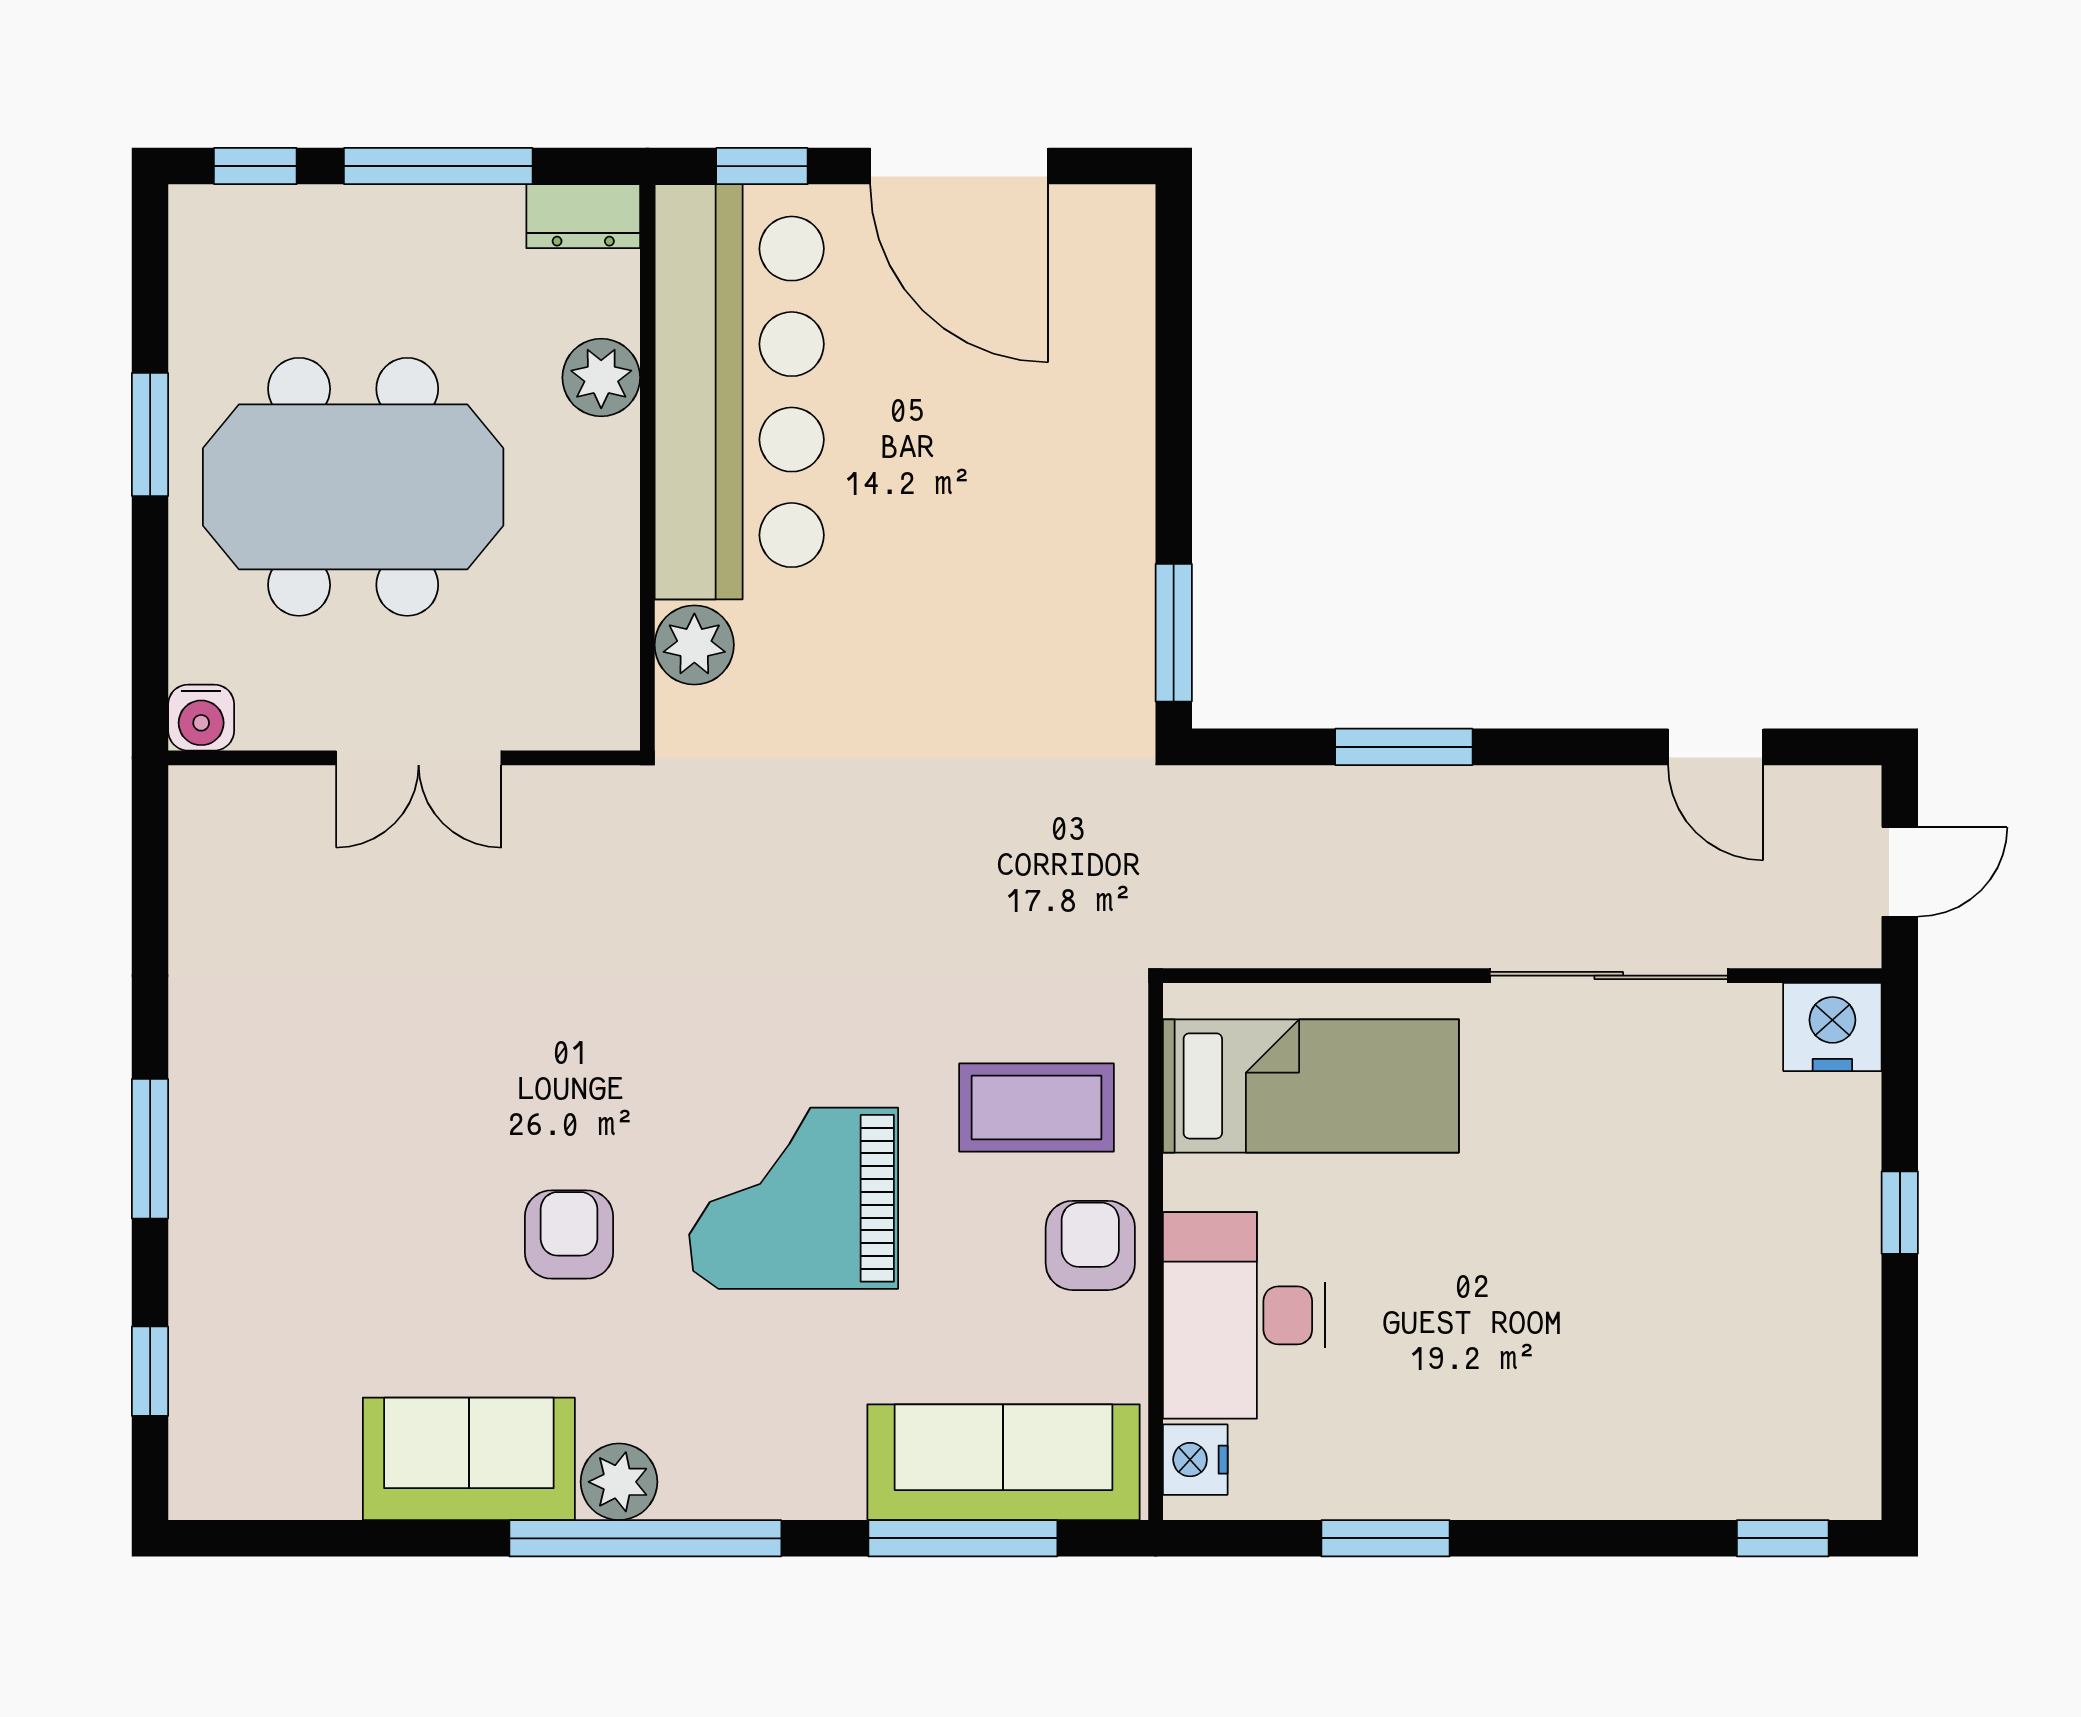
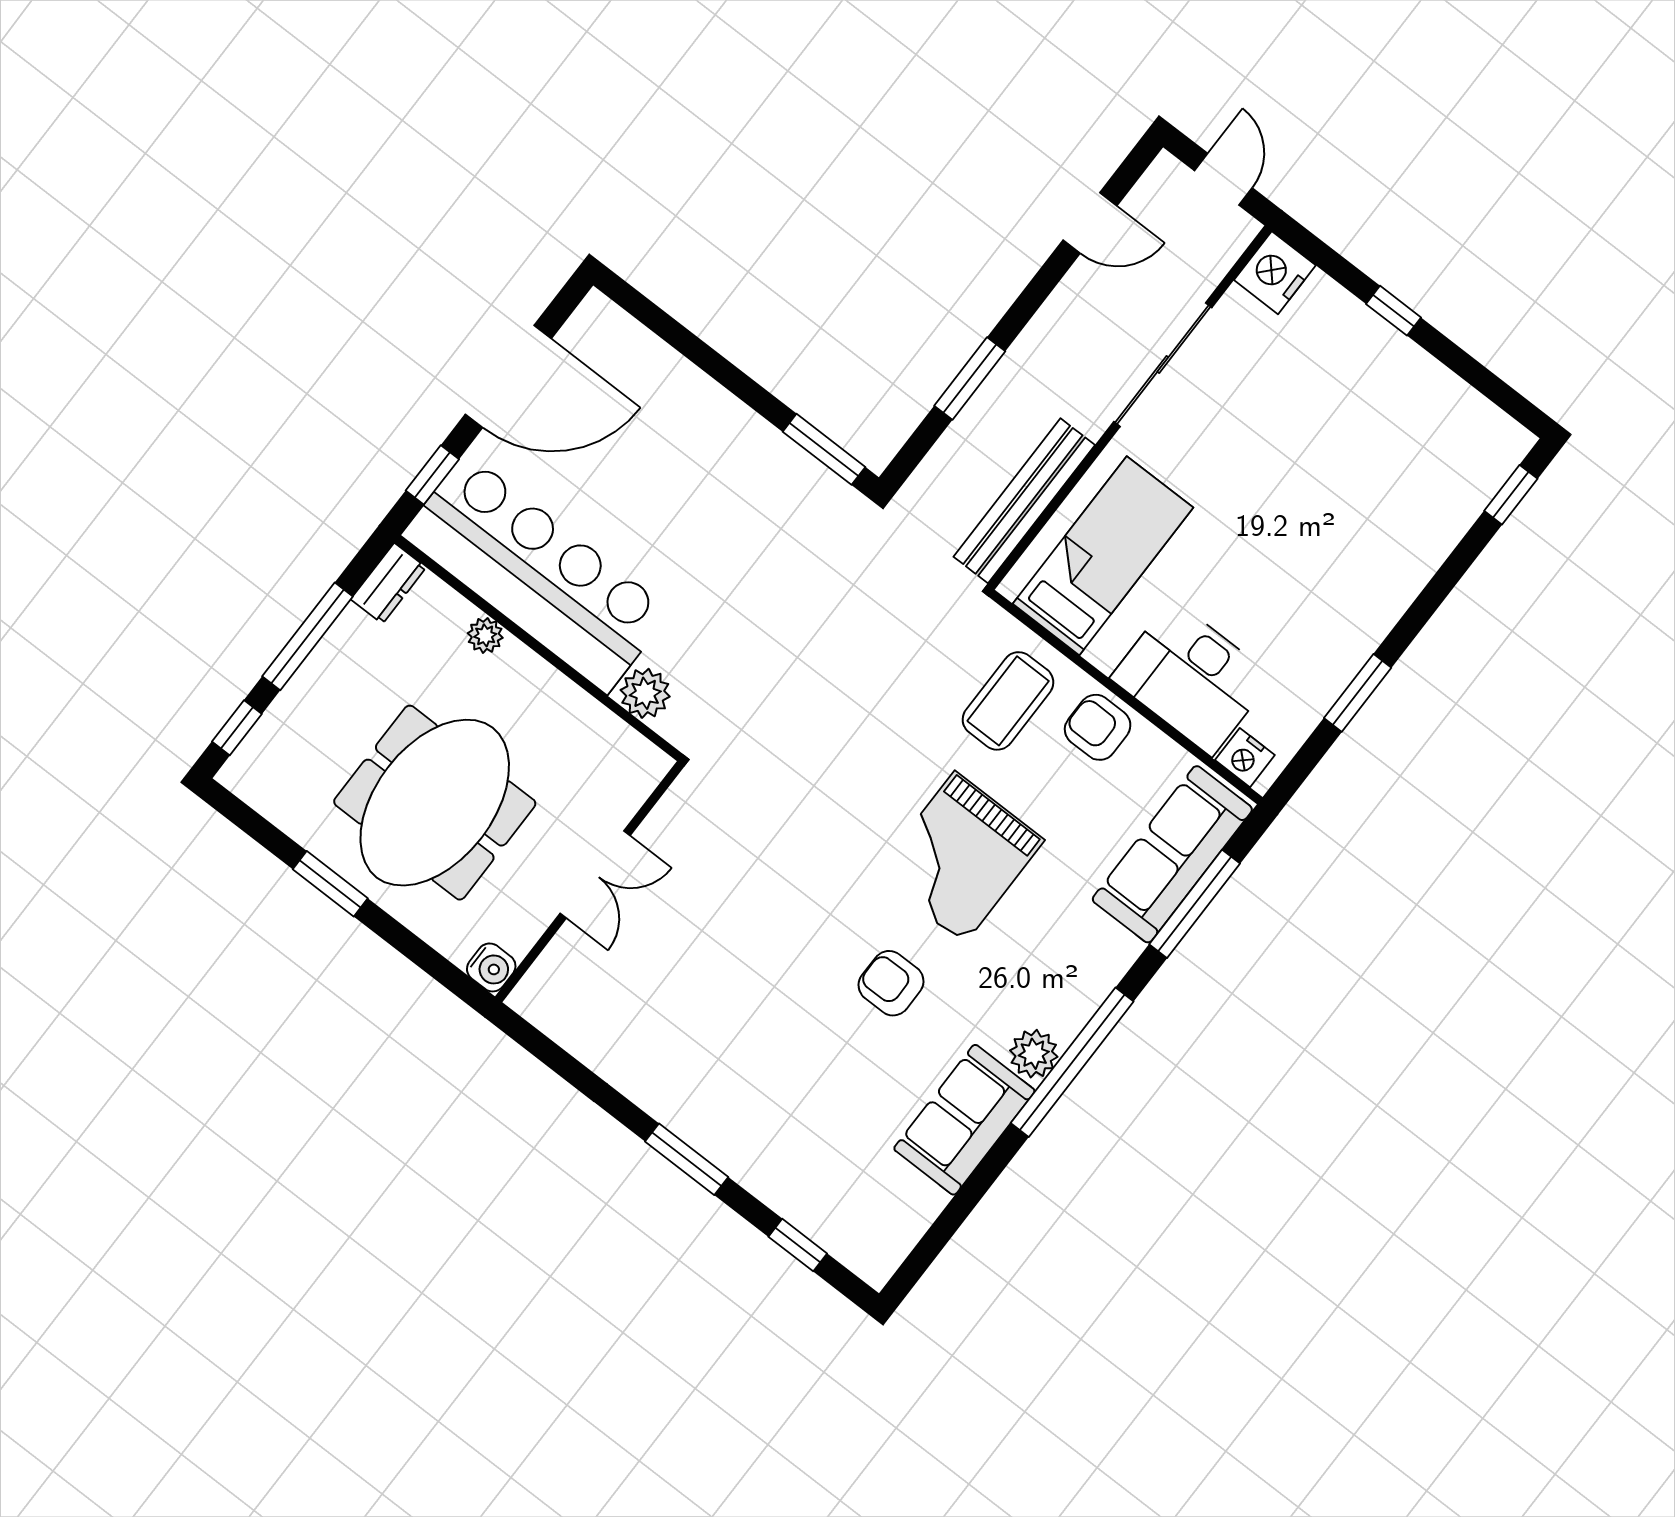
plant: (601, 378) -> (485, 635), width x0.73, depth x0.73
bench: (1303, 934) -> (1024, 501), added

